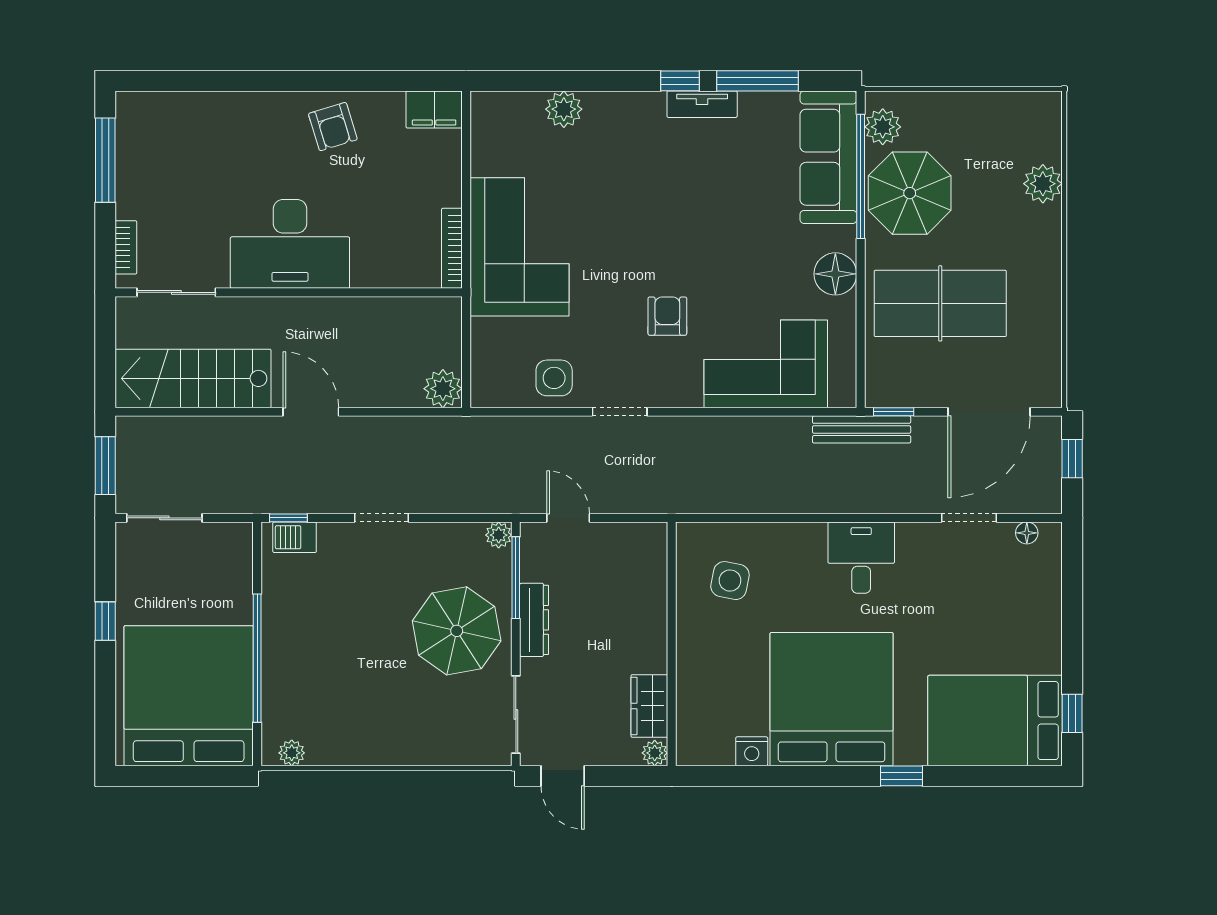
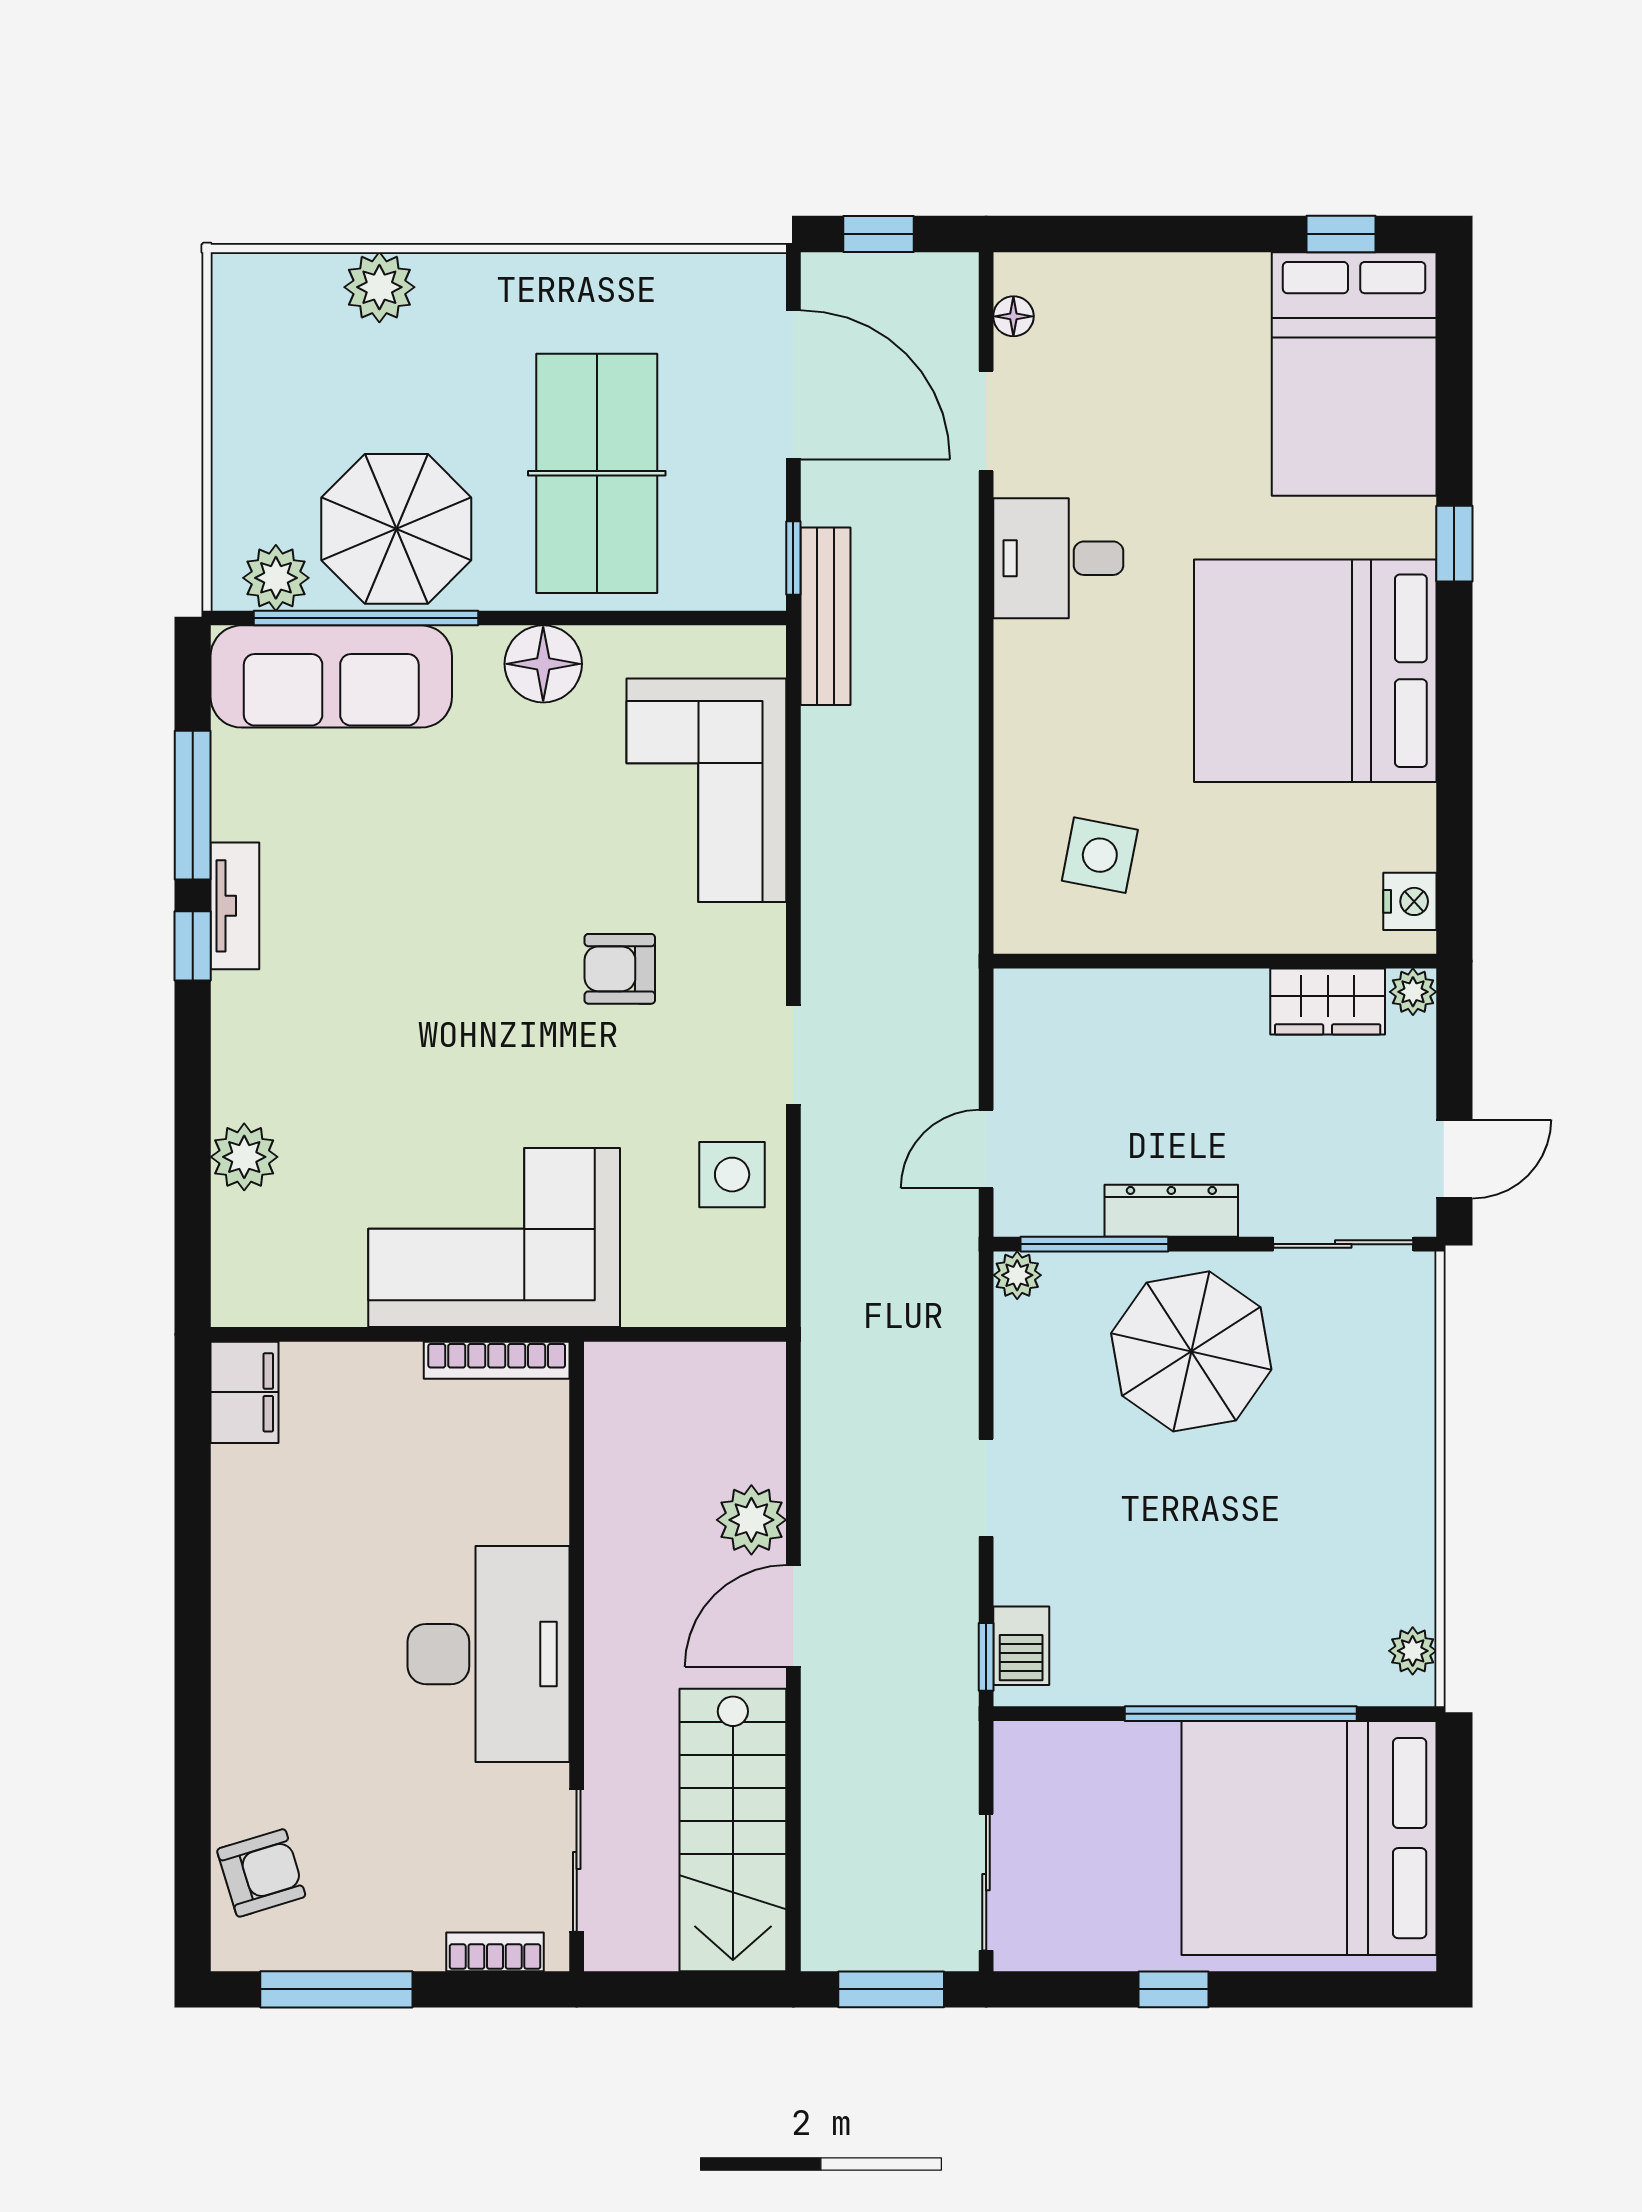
armchair: (333, 127) -> (261, 1873), moved
plant: (443, 389) -> (751, 1520), moved
desk: (861, 558) -> (1058, 558), moved
nightstand: (752, 751) -> (1410, 901), moved

